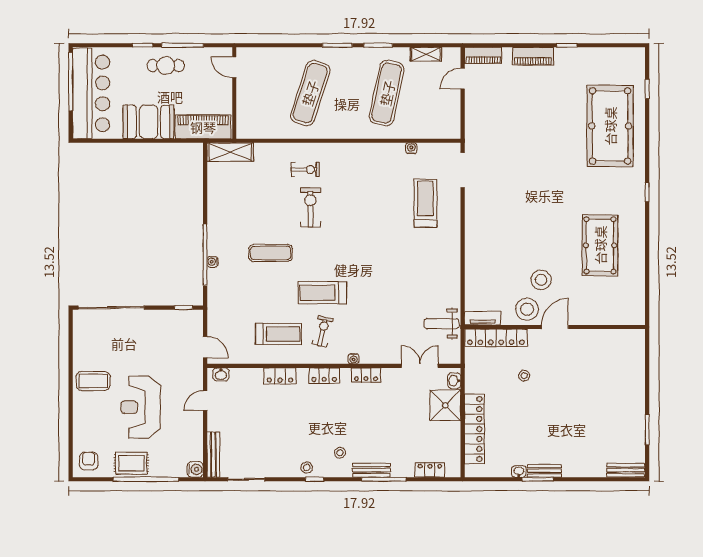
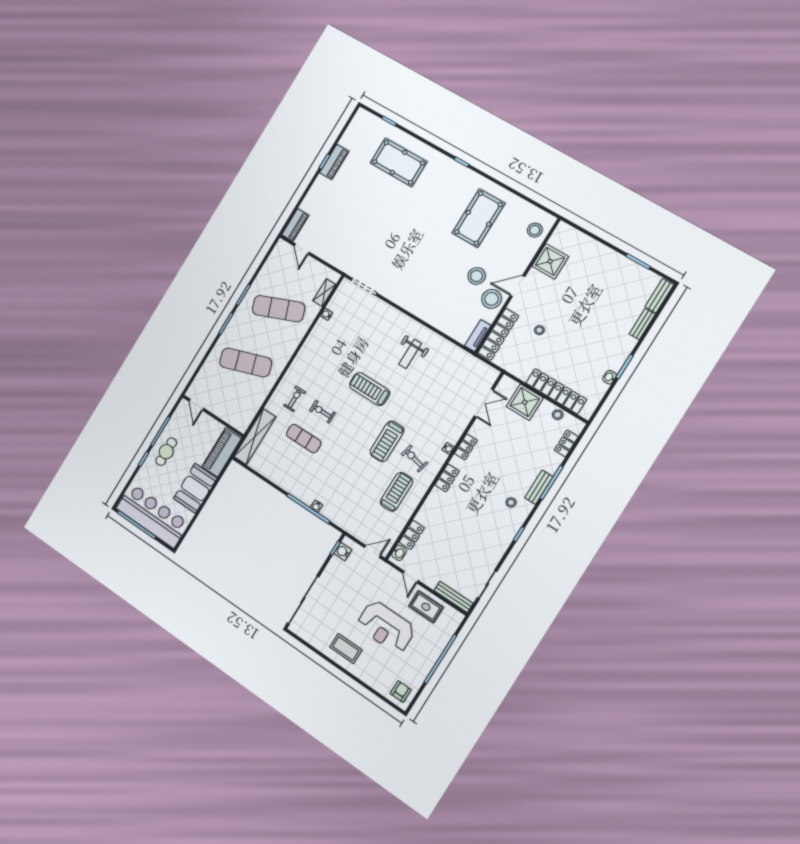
shelving: (426, 54) -> (324, 293), moved
piano: (533, 56) -> (334, 162), moved
door: (234, 67) -> (196, 405), hinge flipped
exercise mat: (310, 93) -> (246, 363), turned -36
exercise mat: (387, 93) -> (278, 309), turned -33
pool table: (610, 126) -> (398, 162), width x0.73, depth x0.76
shelving: (230, 152) -> (255, 437), width x1.47
treadmill: (426, 203) -> (369, 389), moved
exercise bike: (310, 207) -> (322, 412), width x0.73, depth x0.72
pool table: (600, 245) -> (478, 218), turned 90
exercise mat: (271, 253) -> (304, 439), moved, turned 90
stool: (620, 310) -> (535, 230), added
weight bench: (442, 324) -> (410, 354), moved
door: (555, 327) -> (517, 286), hinge flipped
shower: (598, 344) -> (550, 261), added
double door: (420, 366) -> (484, 403), swing flipped
locker: (280, 376) -> (412, 535), moved
coffee table: (93, 381) -> (346, 649), turned 90
washbasin: (454, 381) -> (511, 384), removed
armchair: (89, 461) -> (401, 691), turned 90
rug: (131, 463) -> (426, 607), moved, turned 90
stool: (307, 468) -> (558, 415), moved
water cooler: (195, 469) -> (343, 552), moved, turned -90
bench: (544, 471) -> (642, 324), moved

